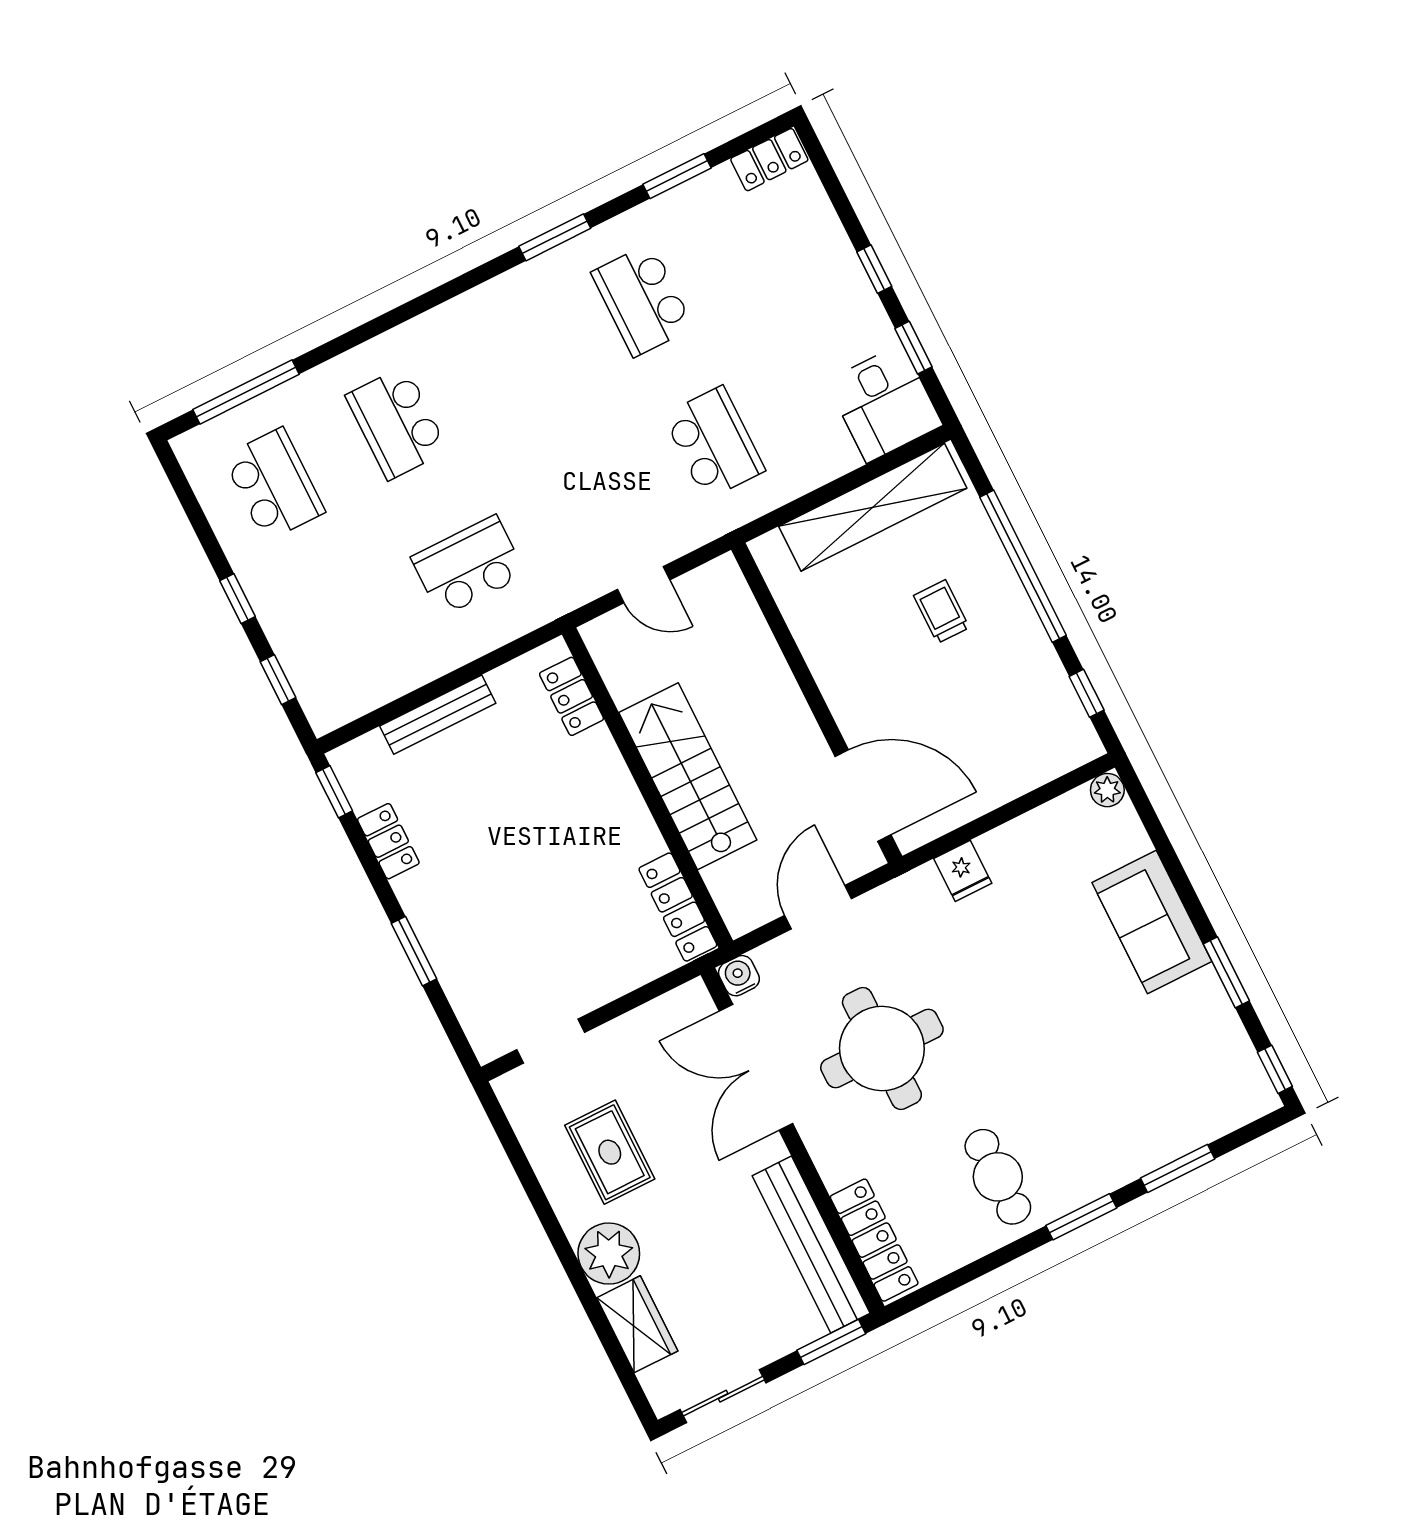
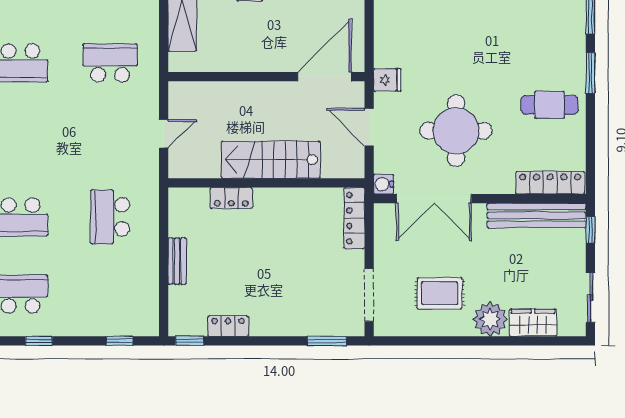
window: (237, 599) -> (39, 341), moved
locker: (572, 696) -> (231, 198), moved
bench: (438, 715) -> (177, 261), width x0.73
fridge: (963, 871) -> (387, 80), moved
locker: (678, 907) -> (354, 218), moved, turned 90
window: (414, 951) -> (327, 341), moved
doorway: (551, 1041) -> (369, 295), width x1.38
window: (831, 1342) -> (590, 230), width x0.67

